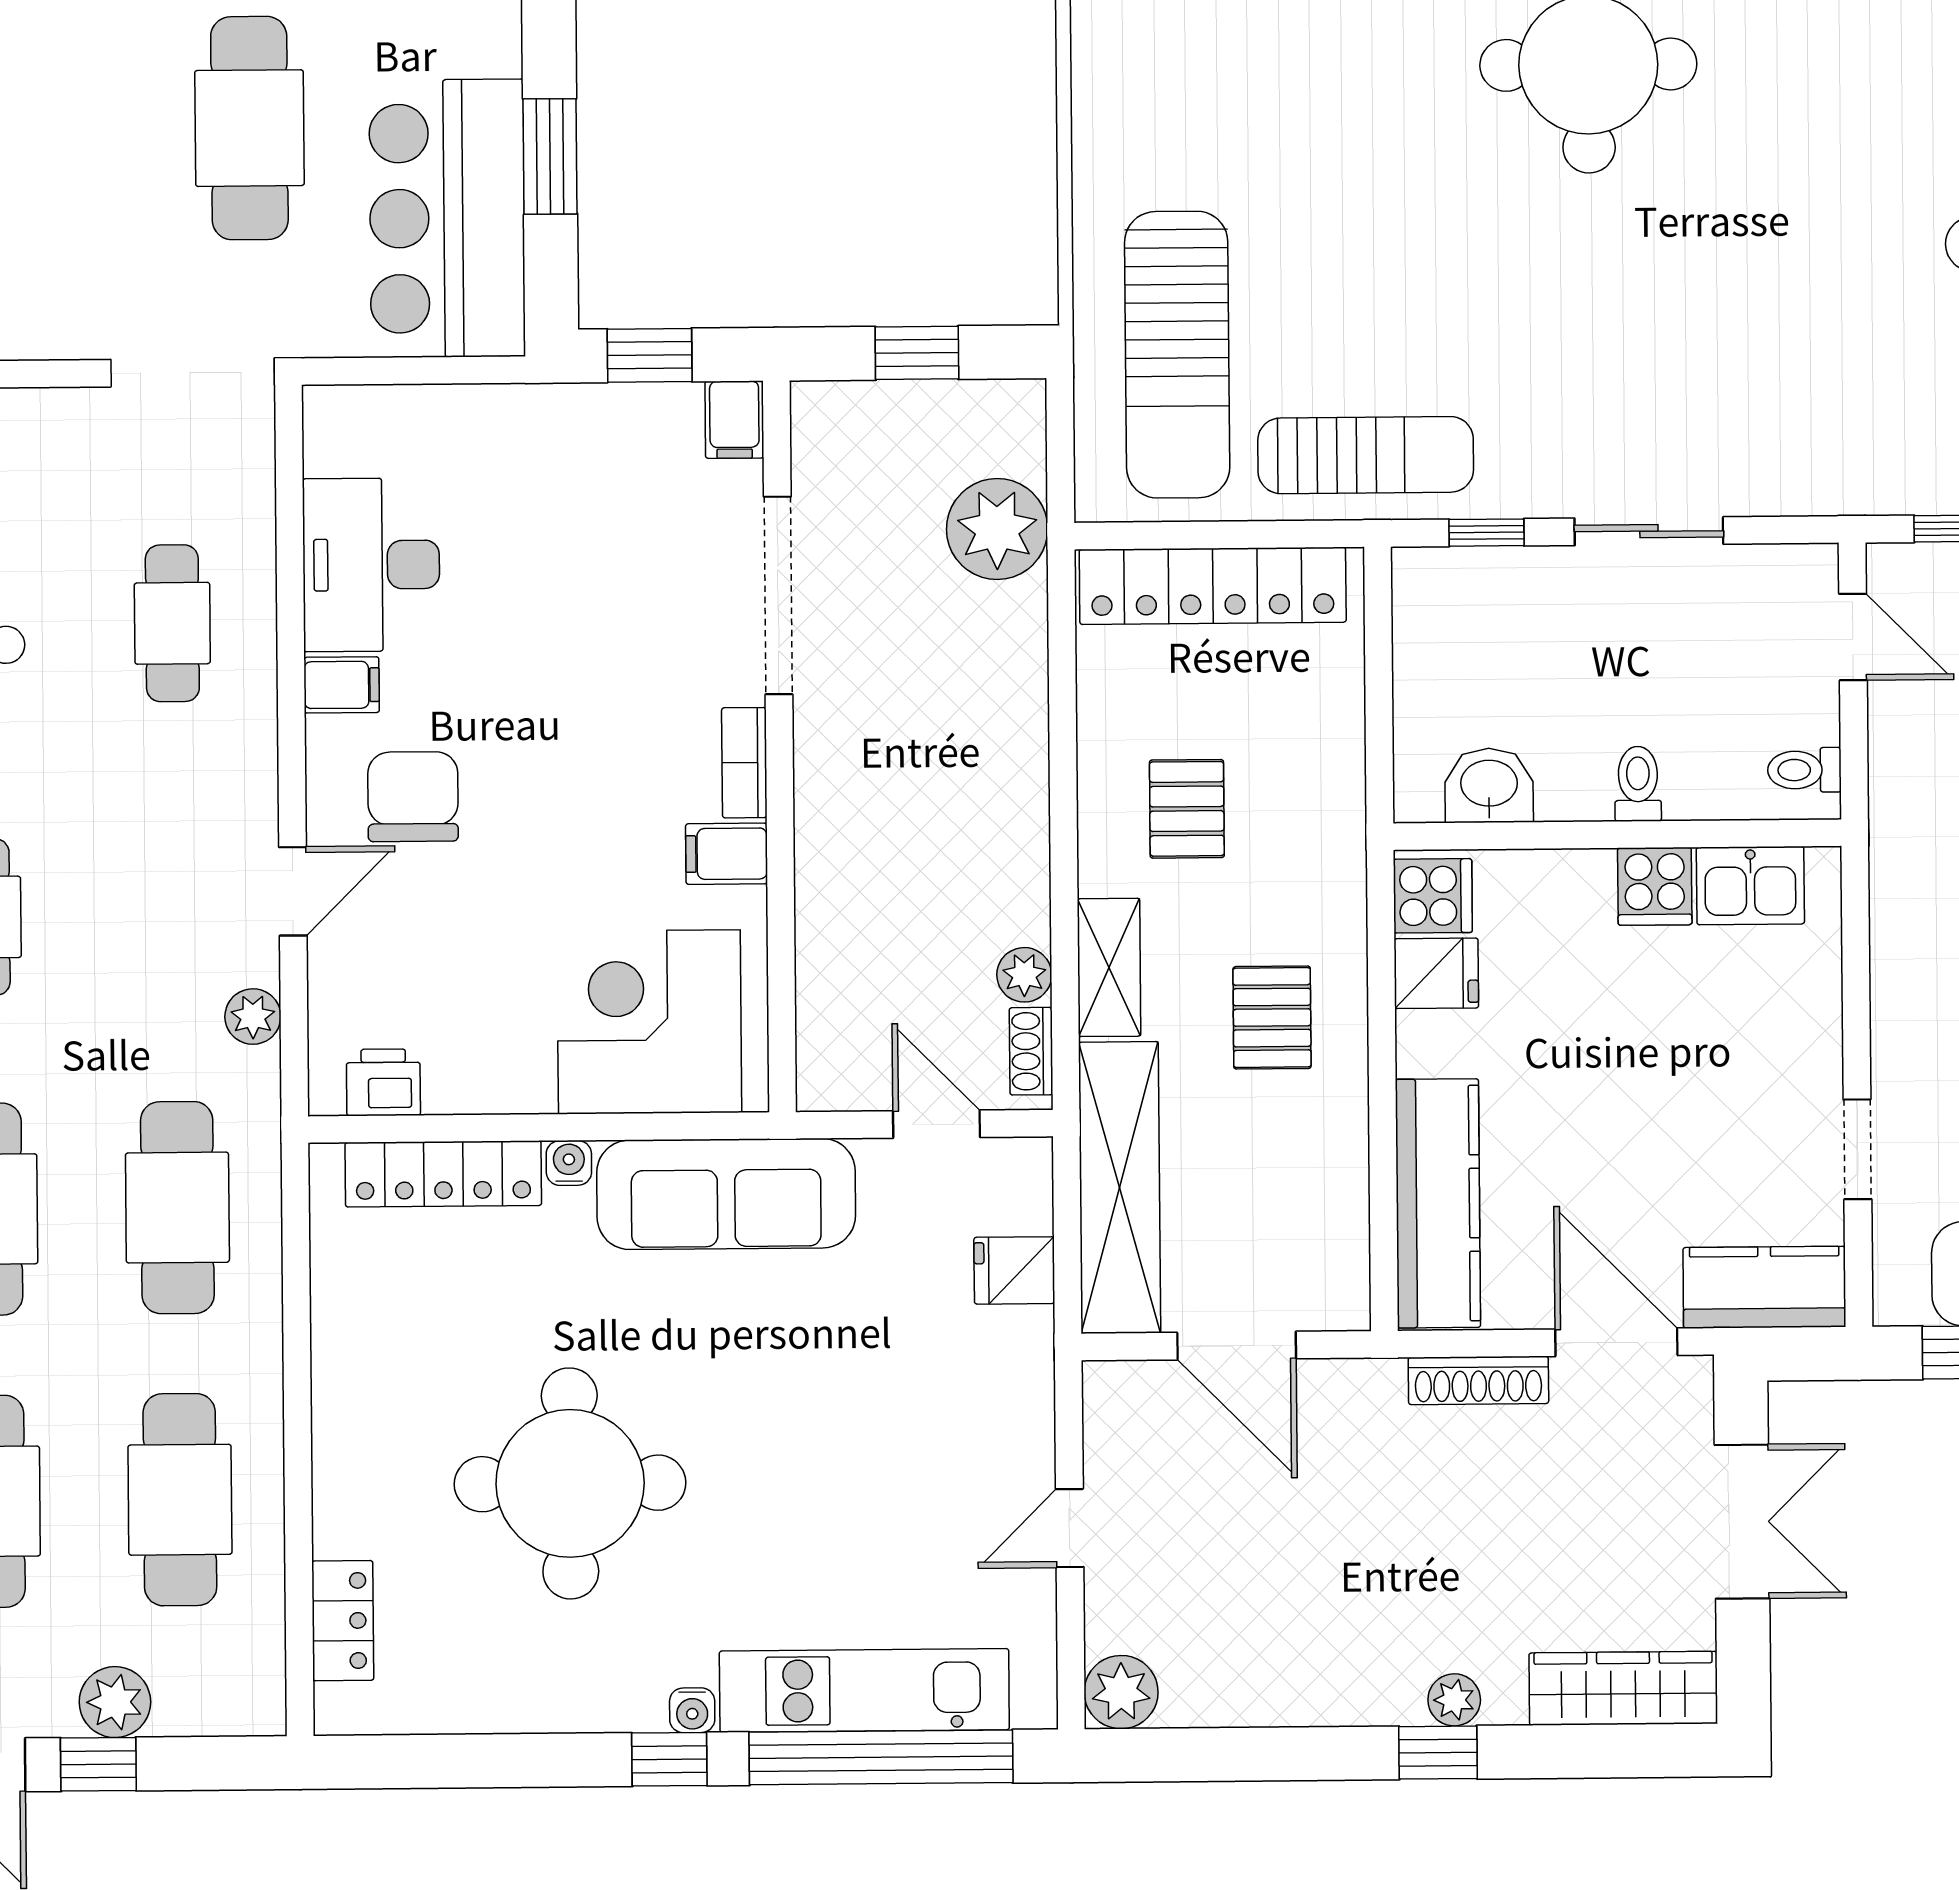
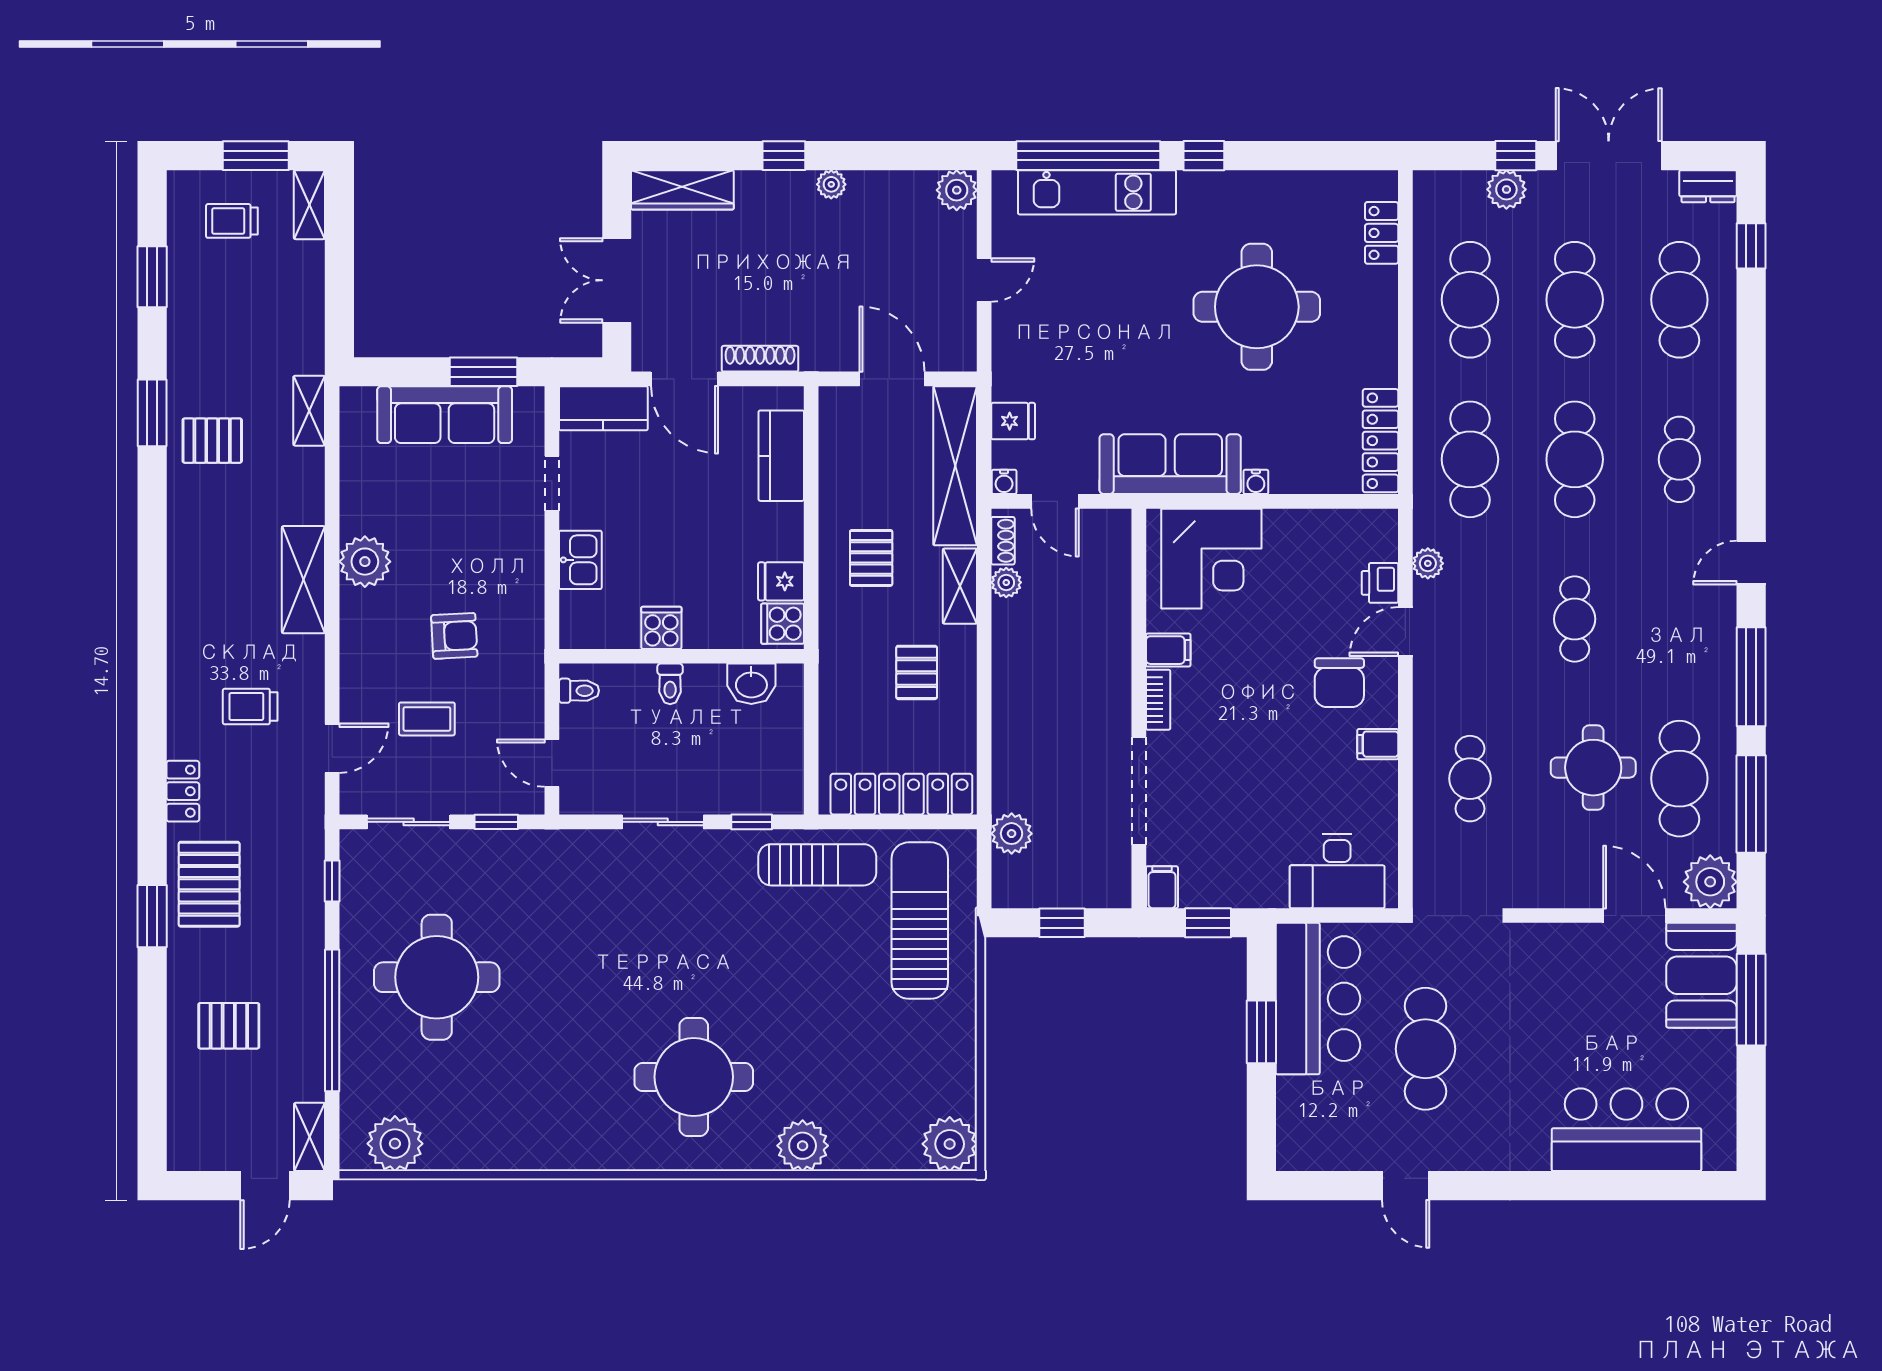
sun lounger: (1366, 455) -> (817, 865), turned 180
plant: (997, 529) -> (1012, 834), width x0.73, depth x0.73
desk: (371, 565) -> (1337, 871), moved, turned 90
kitchen sink: (1750, 886) -> (580, 560), moved, turned 90
printer: (383, 1082) -> (1380, 583), moved, turned 90
locker: (443, 1174) -> (1380, 441), moved, turned -90
kitchen counter: (1438, 1203) -> (781, 456), width x0.67
plant: (1454, 1700) -> (831, 184), moved
water cooler: (692, 1710) -> (1004, 482), moved, turned 180

